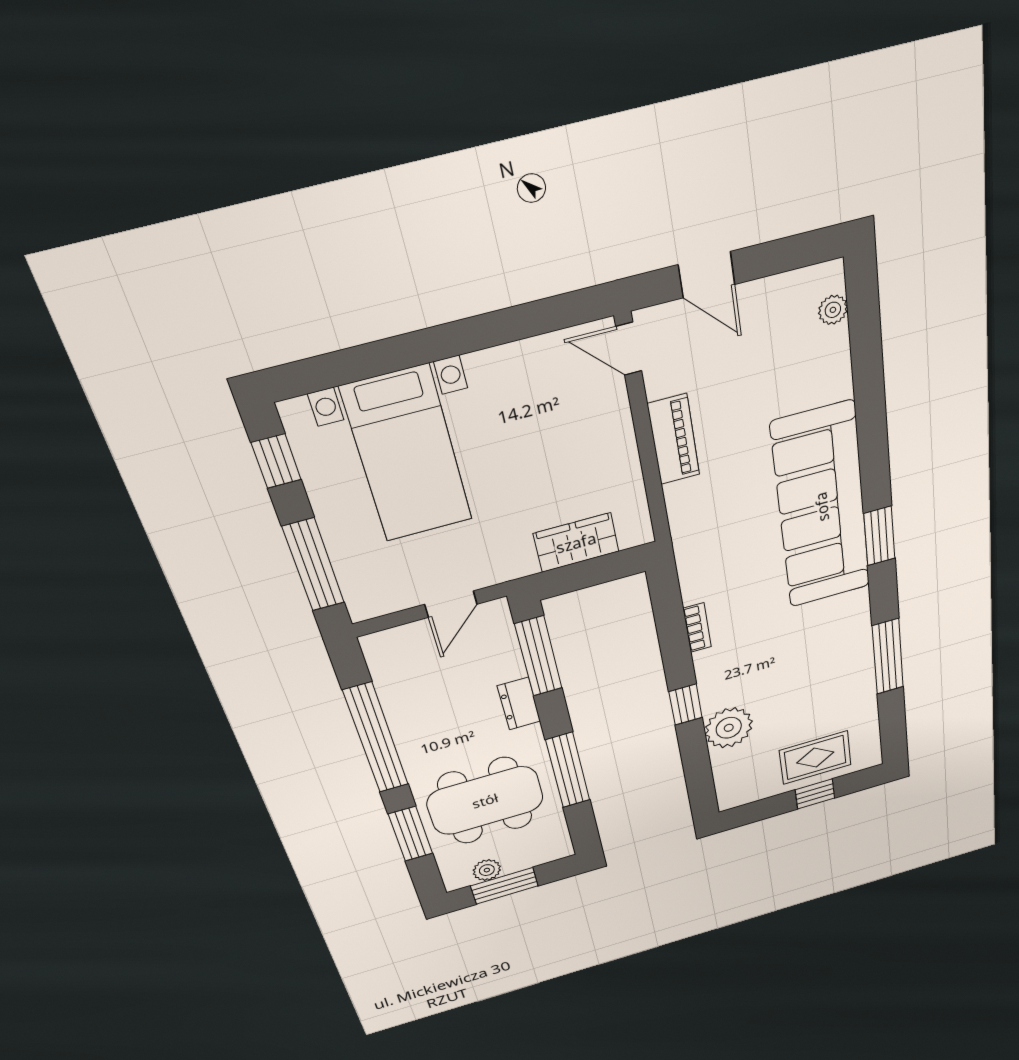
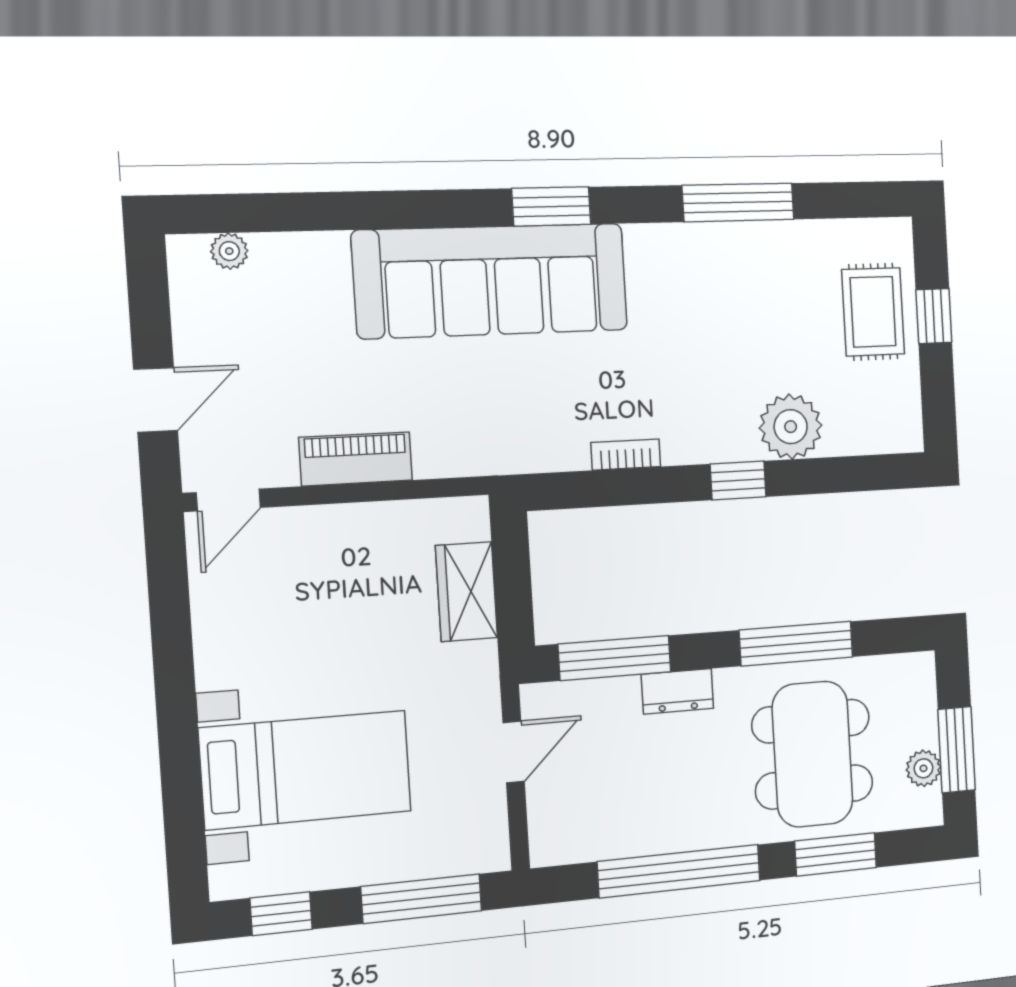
door: (451, 604) -> (514, 752), hinge flipped

